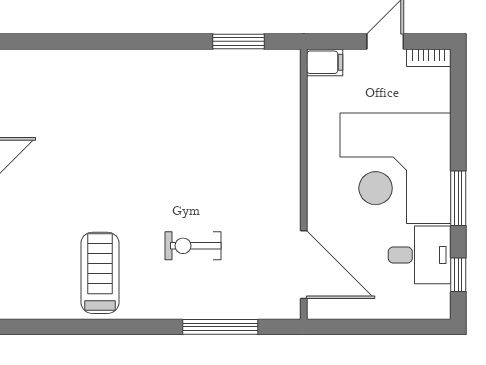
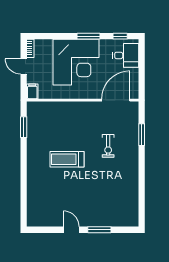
desk: (420, 255) -> (126, 55), moved, turned 90
treadmill: (100, 273) -> (67, 159), moved
window: (220, 327) -> (142, 135), width x0.69

